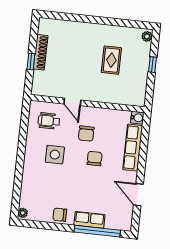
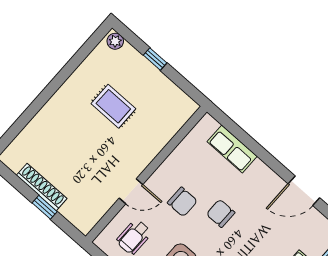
water cooler: (137, 118) -> (208, 125), removed
row of seats: (133, 148) -> (232, 149), width x0.68

